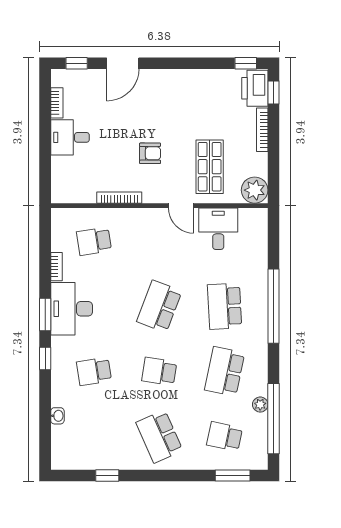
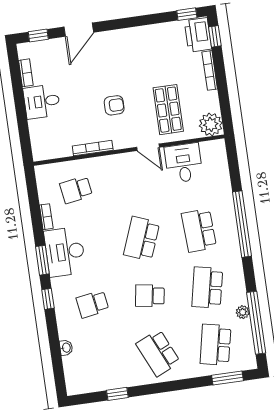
school desk: (225, 436) -> (215, 345), width x1.85

